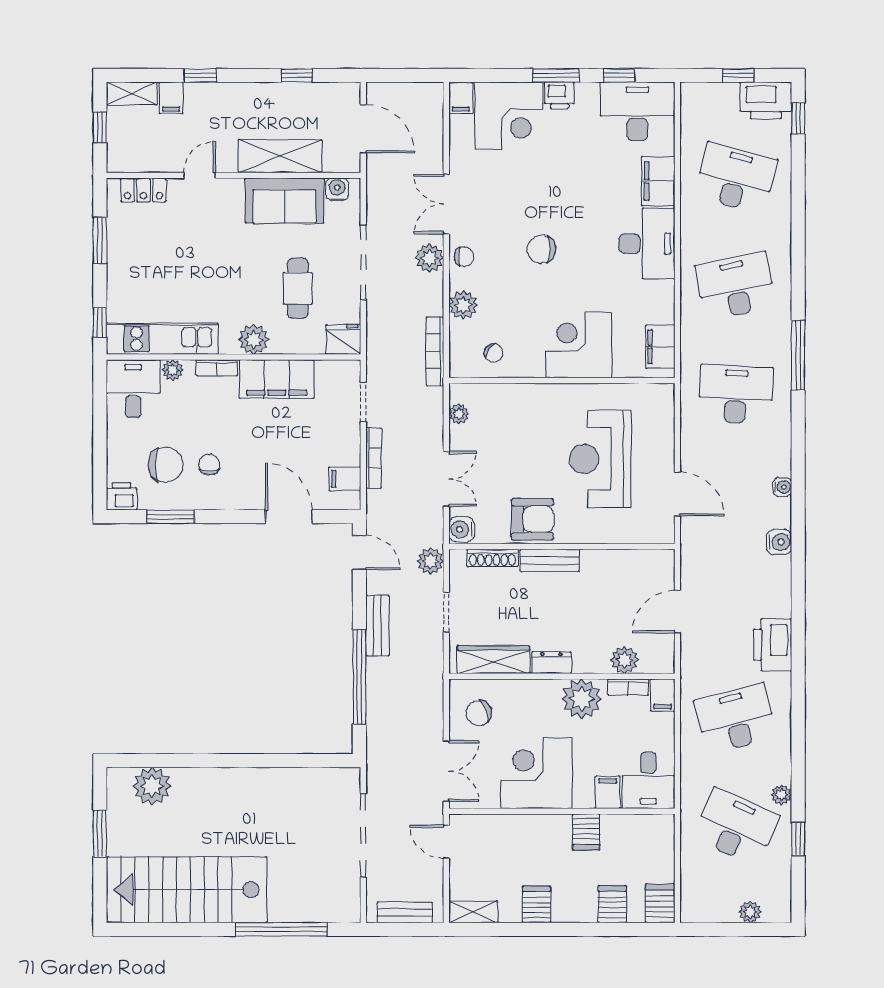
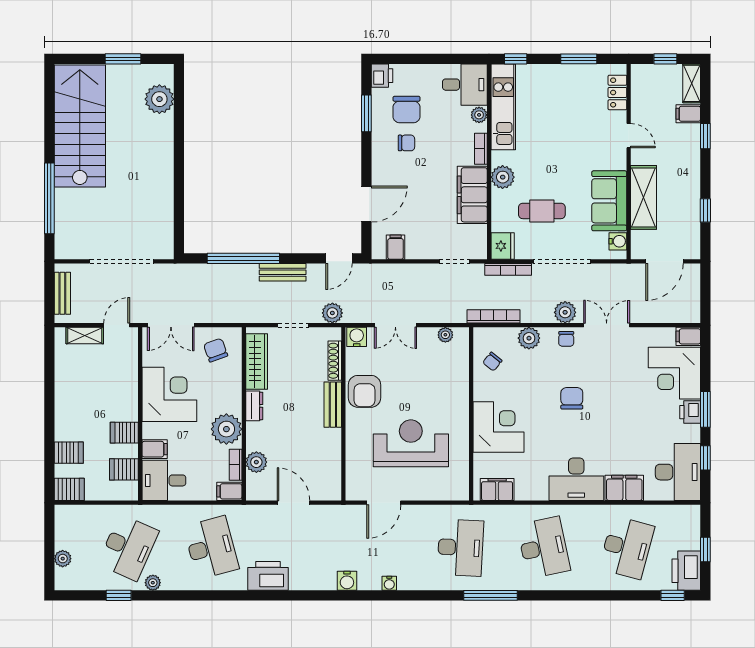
bookcase: (374, 458) -> (508, 269), moved
server rack: (537, 904) -> (124, 469), moved, turned 180
shelving: (473, 912) -> (85, 336), moved, turned 90

